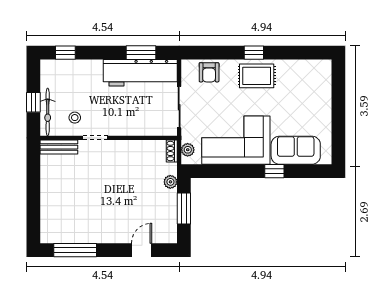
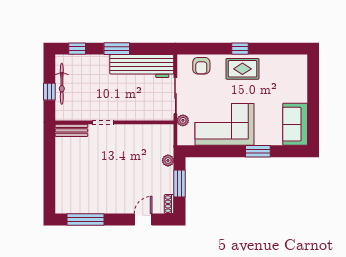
window: (141, 53) -> (117, 49), moved
bicycle: (48, 112) -> (62, 84), moved
stool: (75, 118) -> (85, 105), removed
plant: (188, 150) -> (183, 120), moved
sofa: (296, 150) -> (295, 124), moved, turned -90
shoe rack: (172, 151) -> (169, 204), moved
window: (274, 171) -> (258, 151), width x1.50

